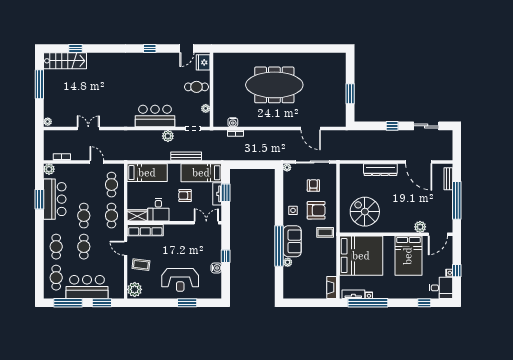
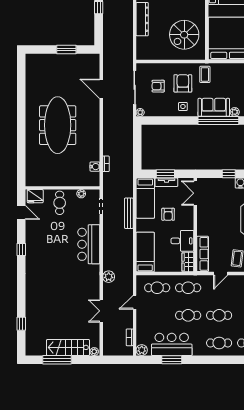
stairs: (65, 61) -> (68, 347), moved, turned -90
door: (311, 129) -> (101, 89), swing flipped
plant: (168, 136) -> (109, 277), moved

